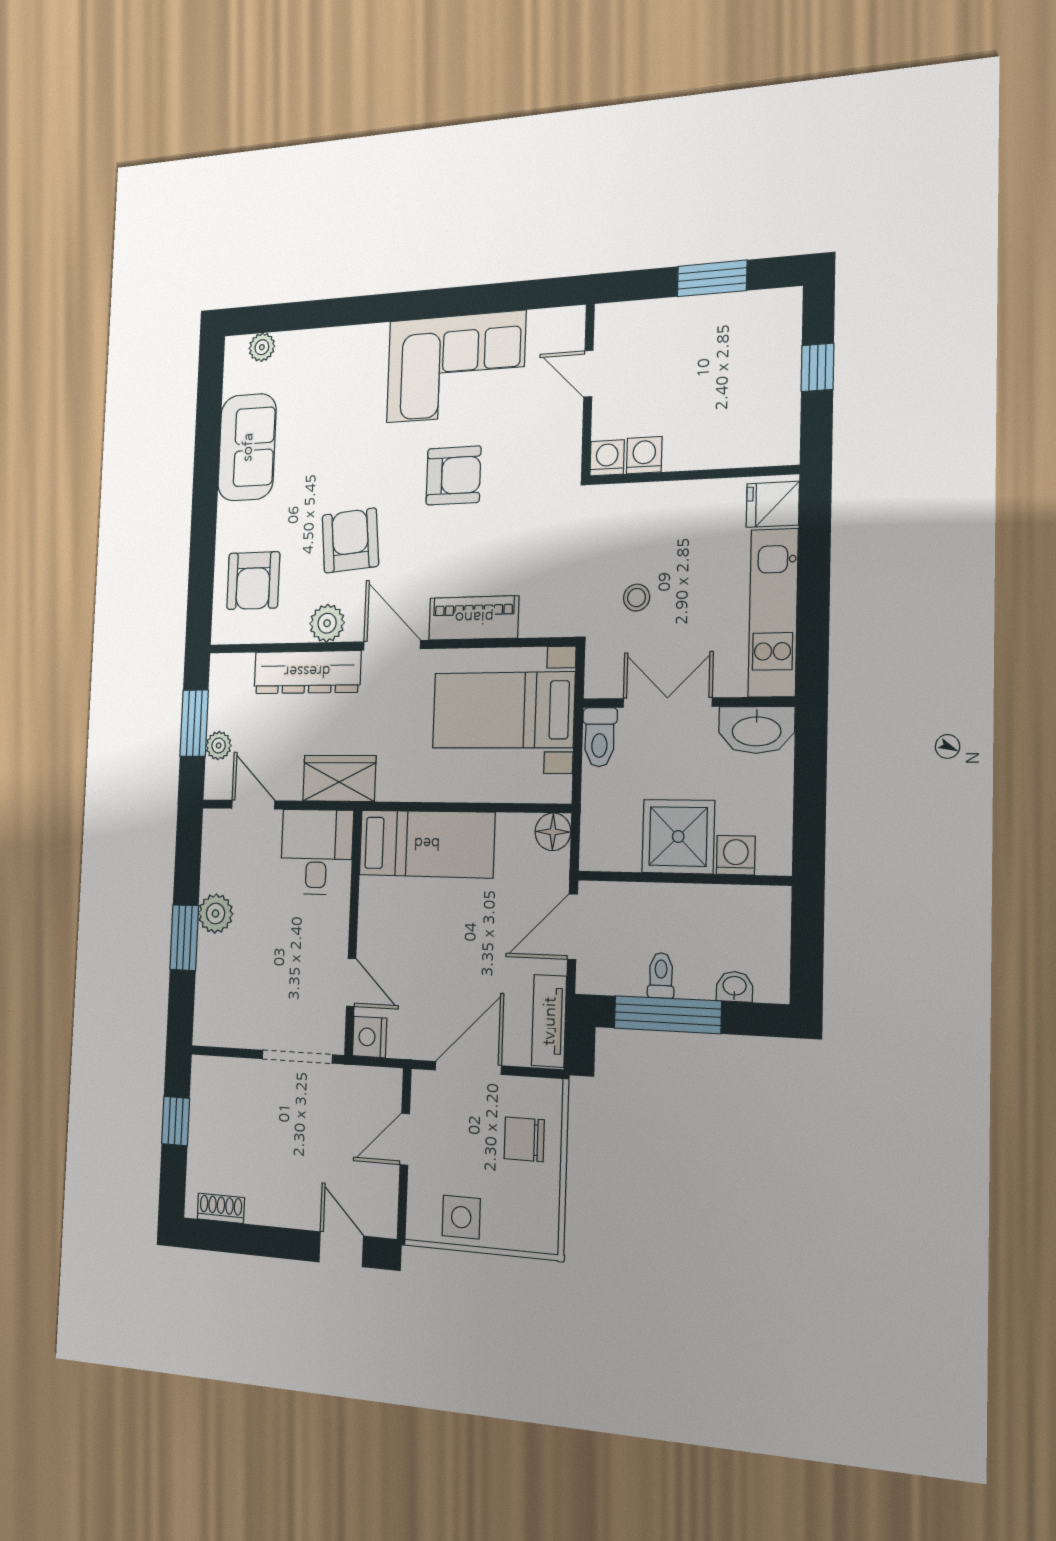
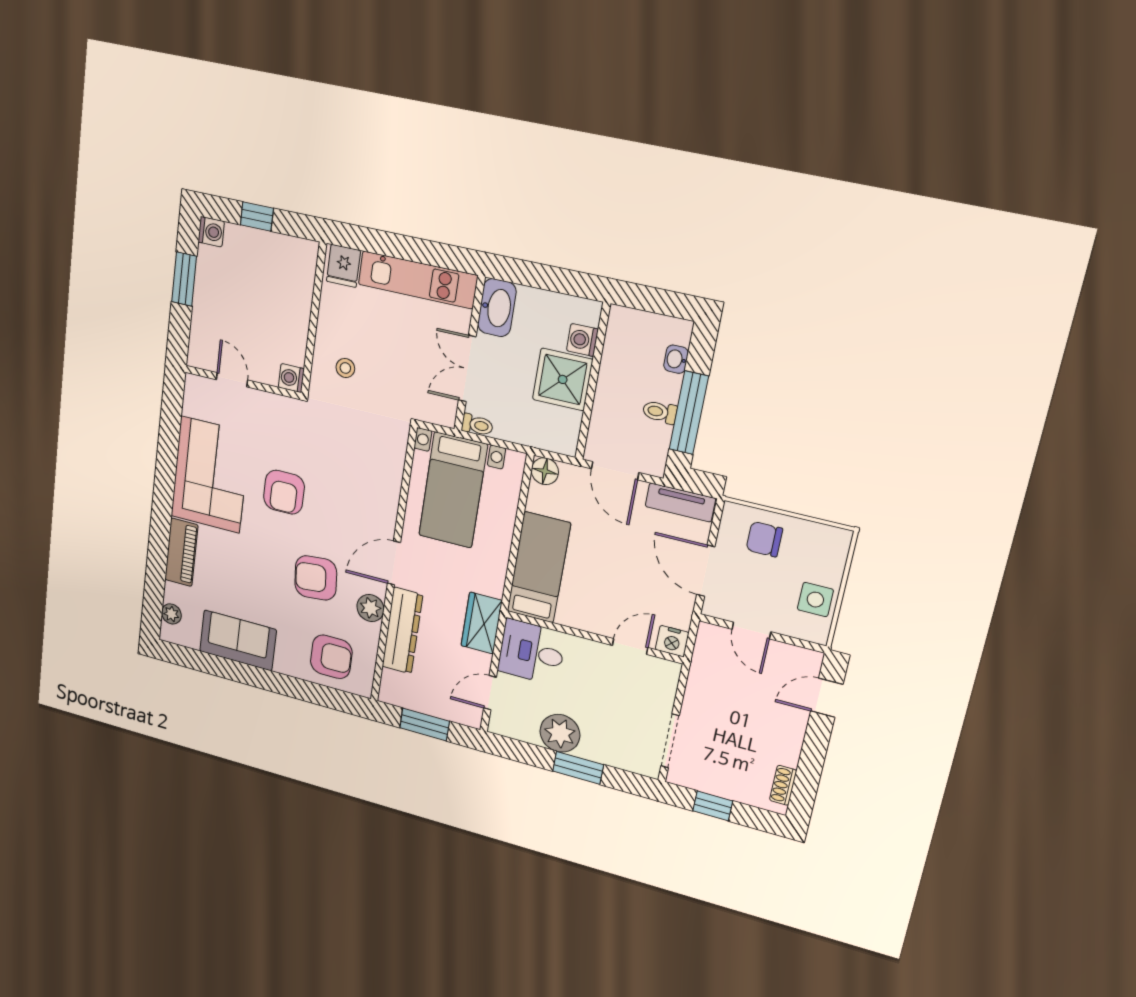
door: (588, 374) -> (232, 380), swing flipped
washing machine: (644, 455) -> (211, 232), moved, turned 180
armchair: (453, 475) -> (284, 492), turned 180
stool: (637, 598) -> (345, 368), moved
piano: (474, 618) -> (181, 552), moved, turned 180
toilet: (600, 737) -> (477, 425), width x0.73, depth x0.72
plant: (219, 746) -> (444, 710), removed
plant: (216, 914) -> (560, 733), width x1.36, depth x1.36
doorway: (297, 1057) -> (670, 741), moved
chair: (524, 1139) -> (764, 539), turned 90

